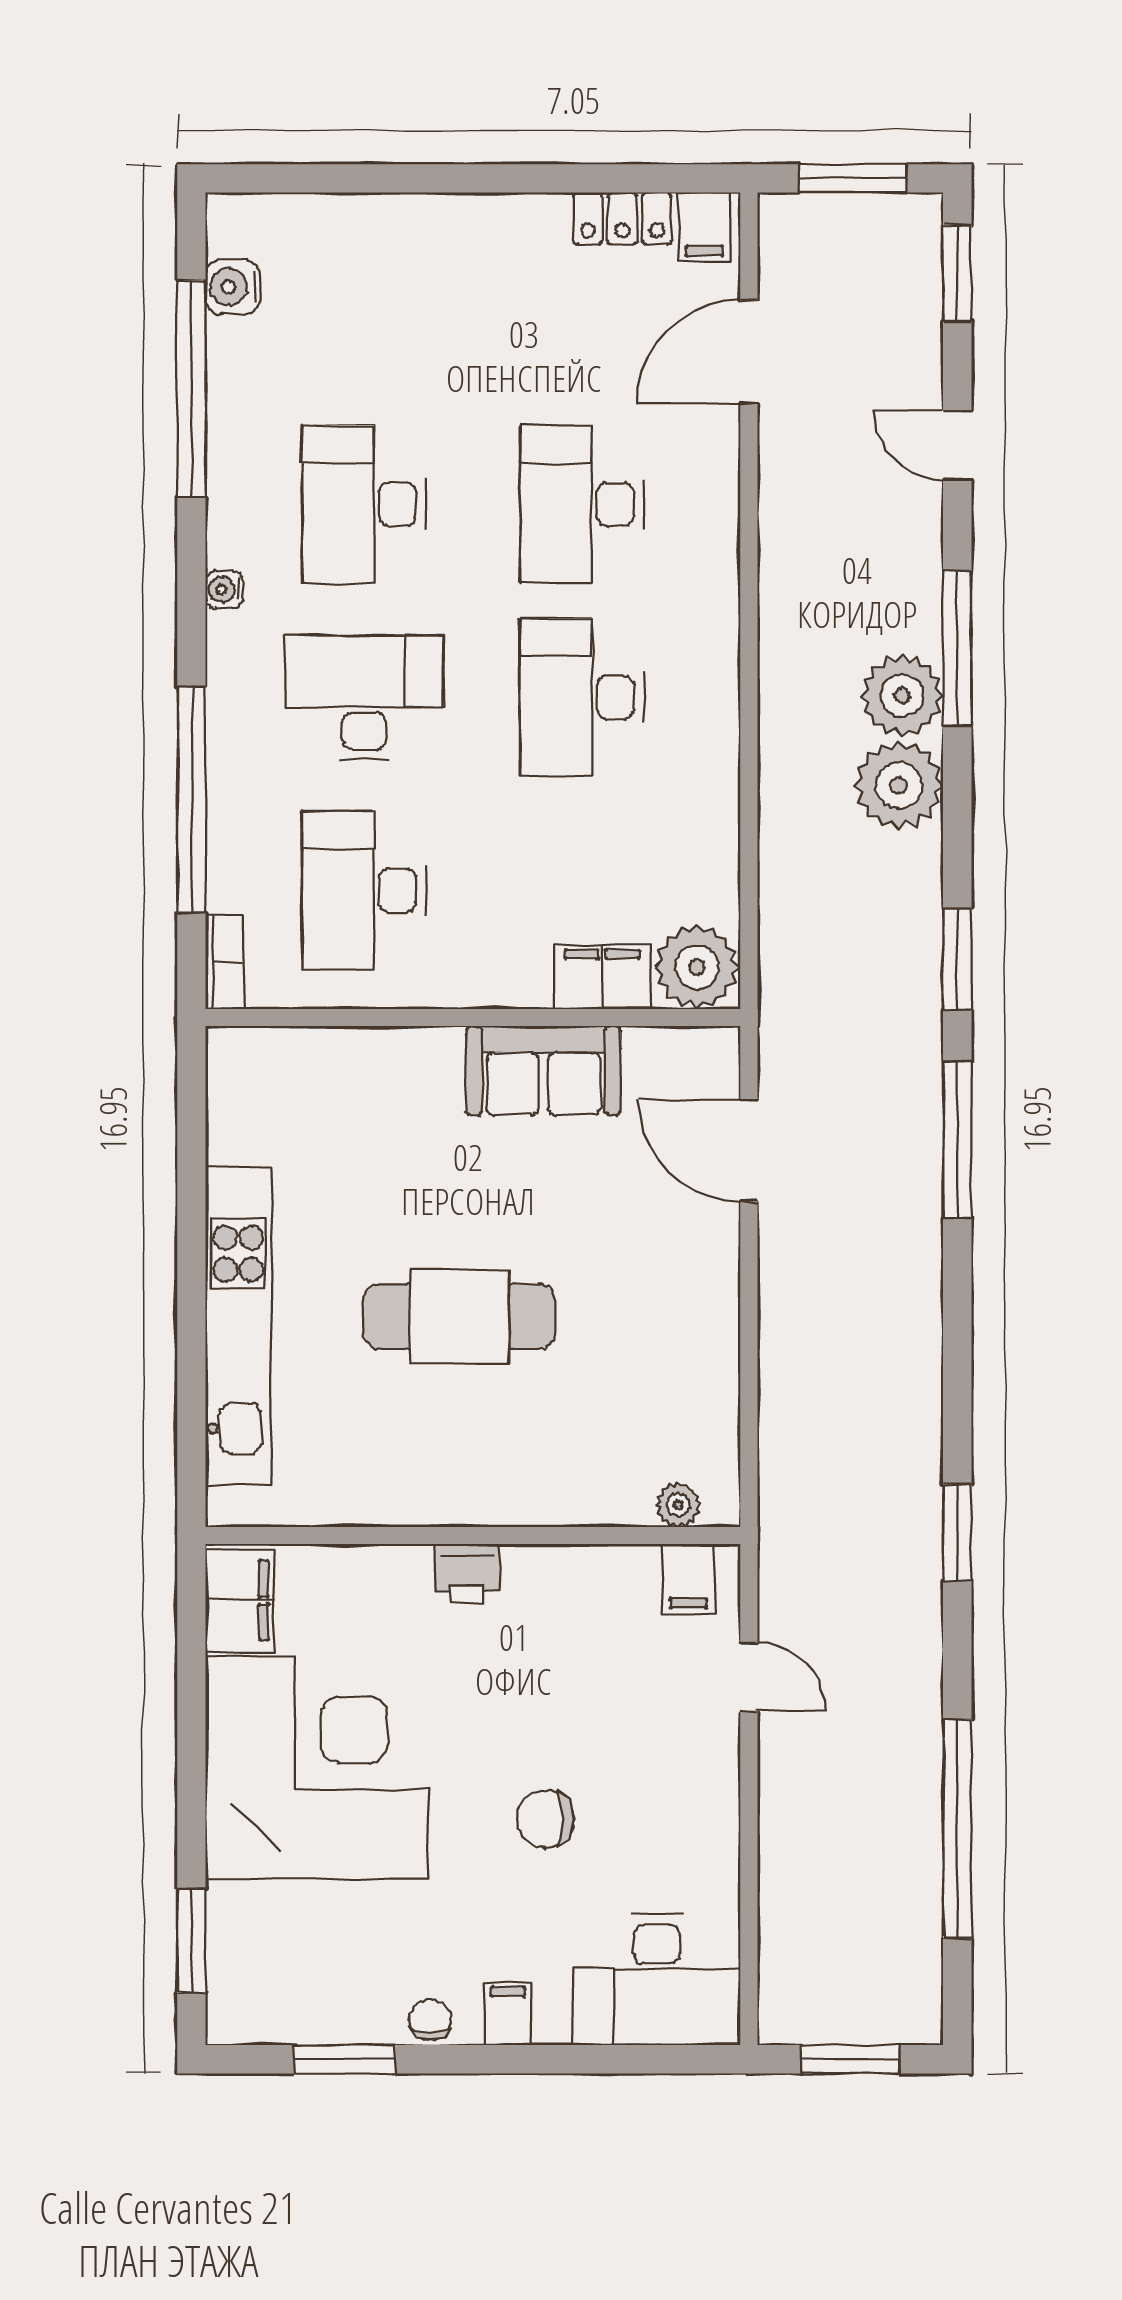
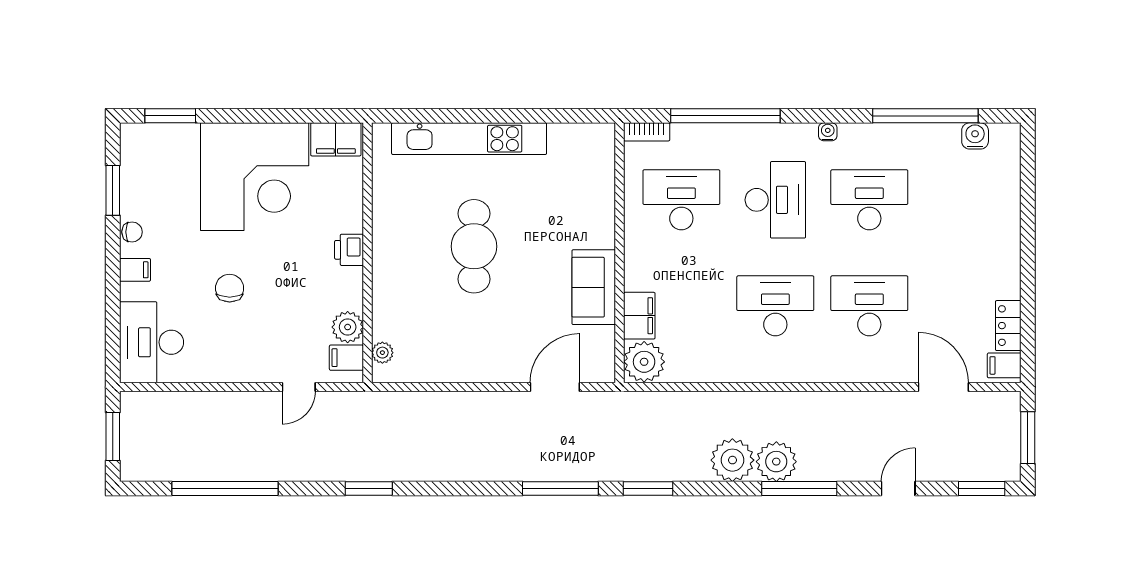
plant: (625, 1576) -> (348, 327), added

